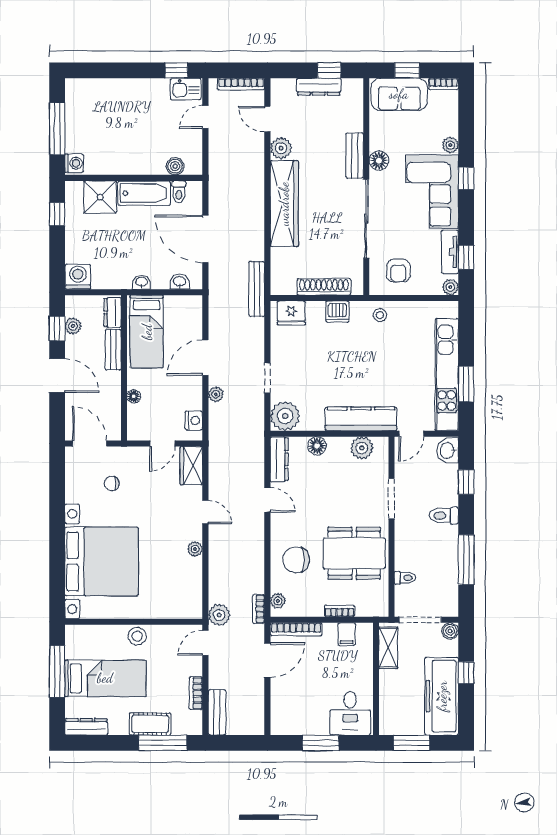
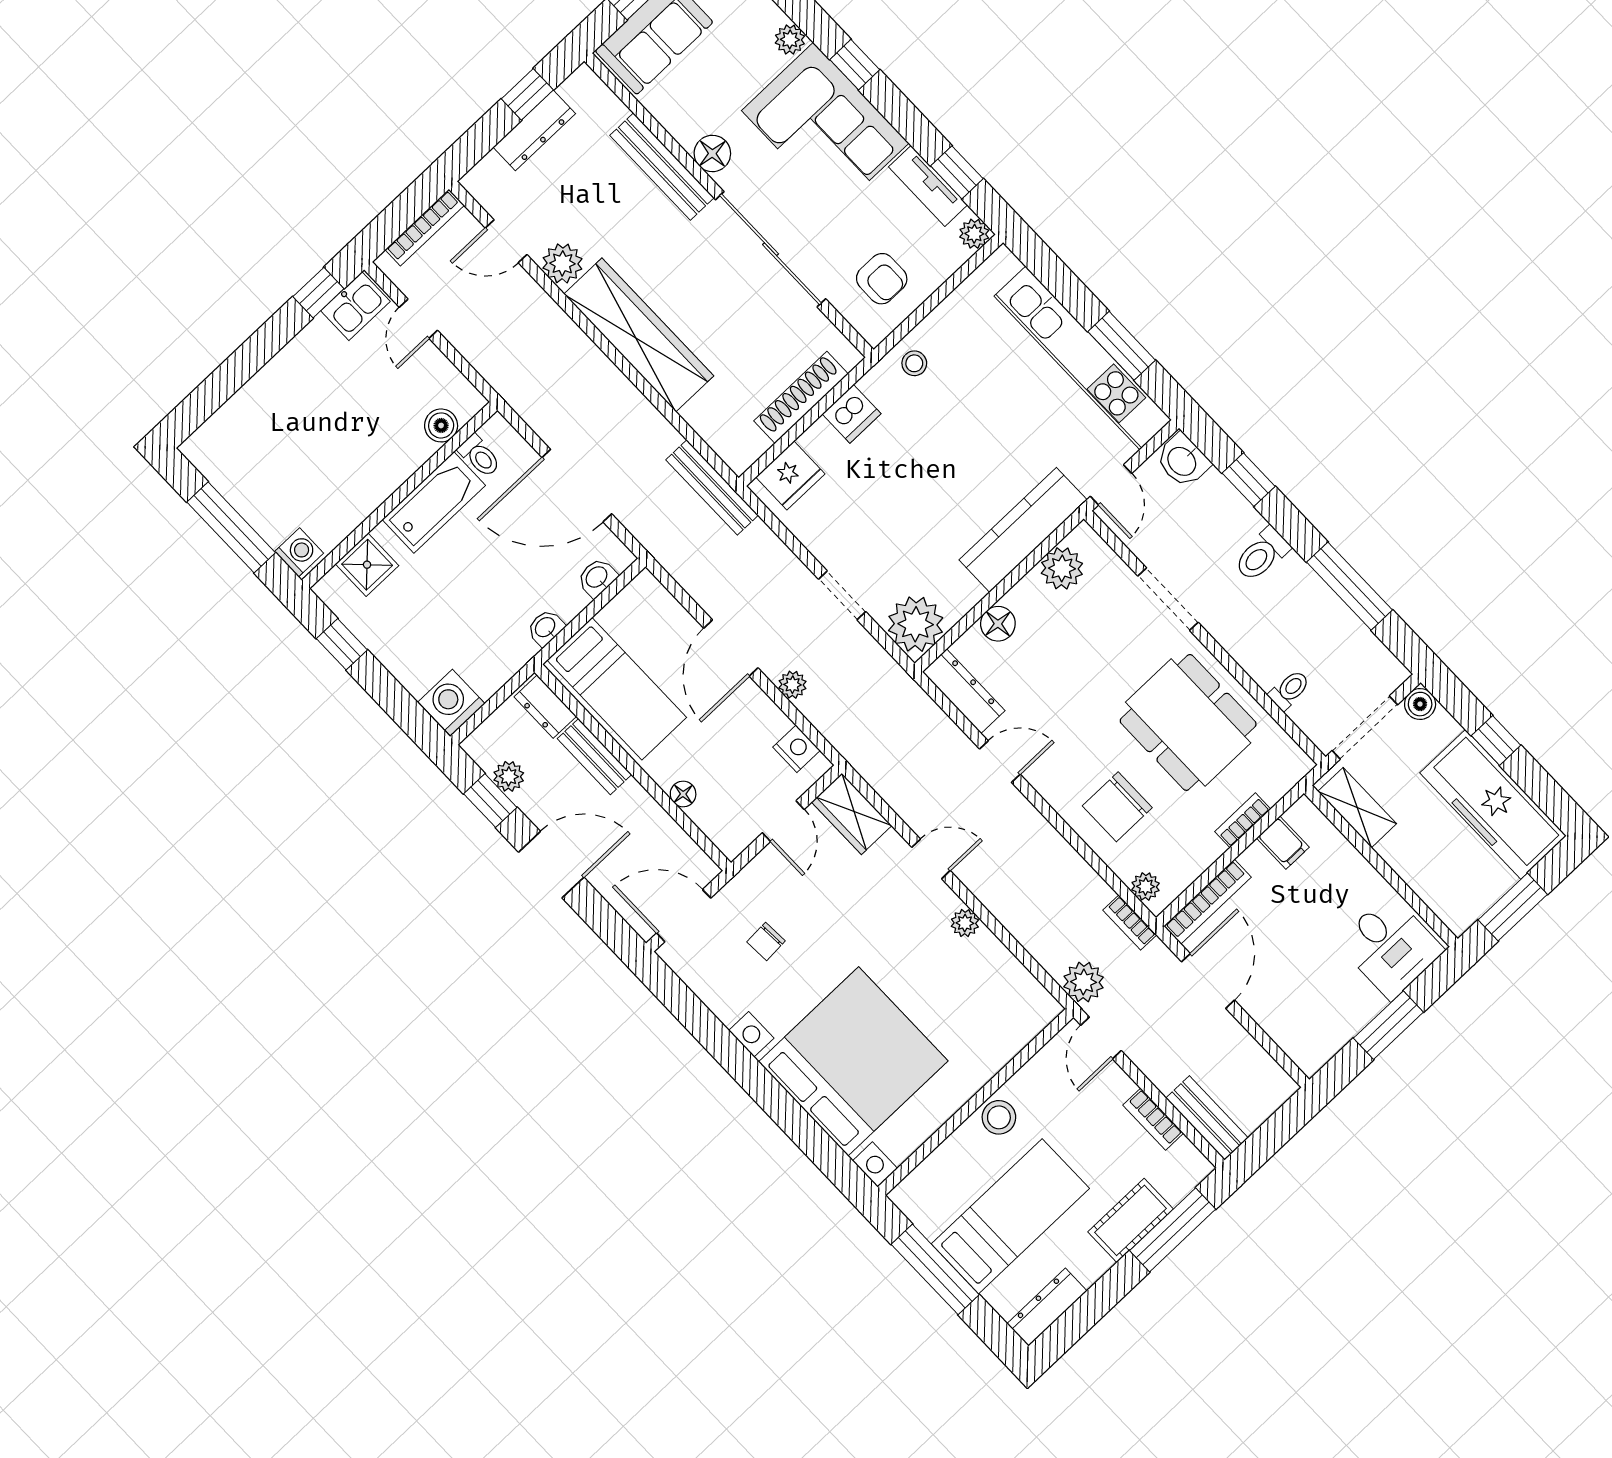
bench: (355, 155) -> (662, 167), width x1.36
shower: (100, 197) -> (367, 565), width x0.73, depth x0.73
dining table: (354, 553) -> (1188, 722), turned 90

